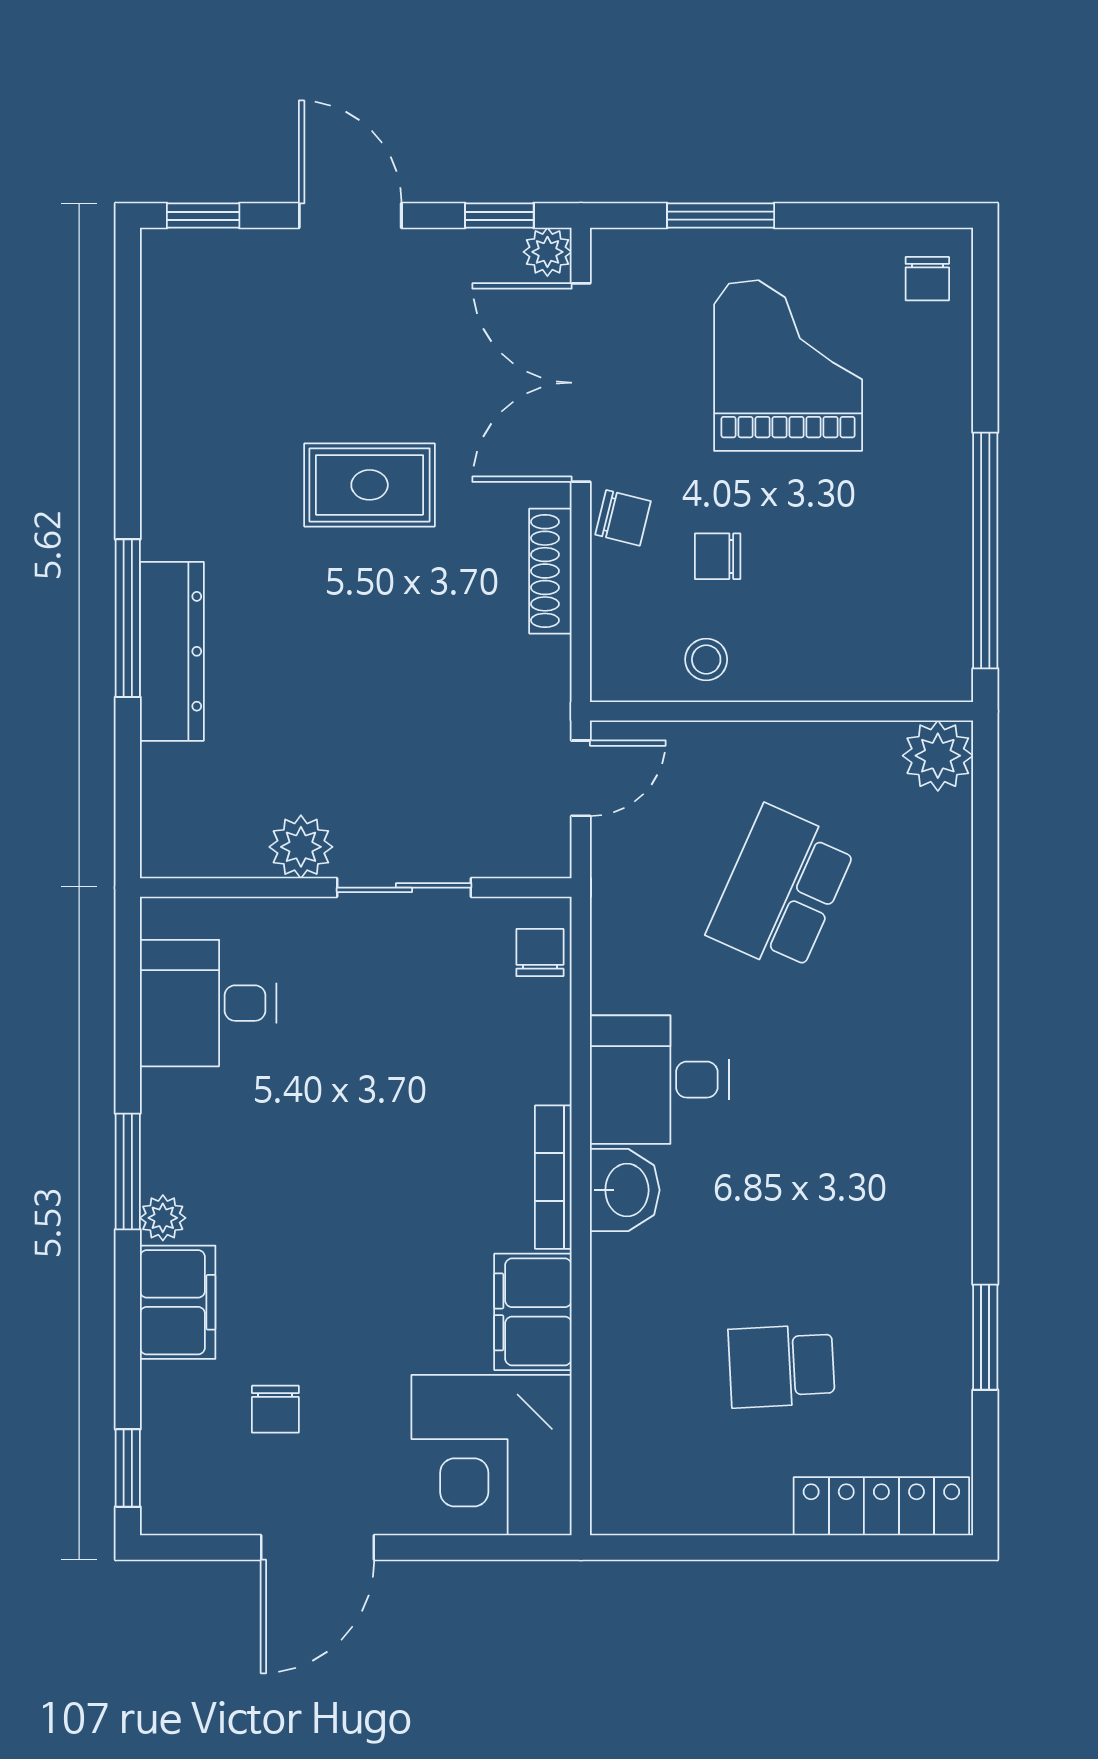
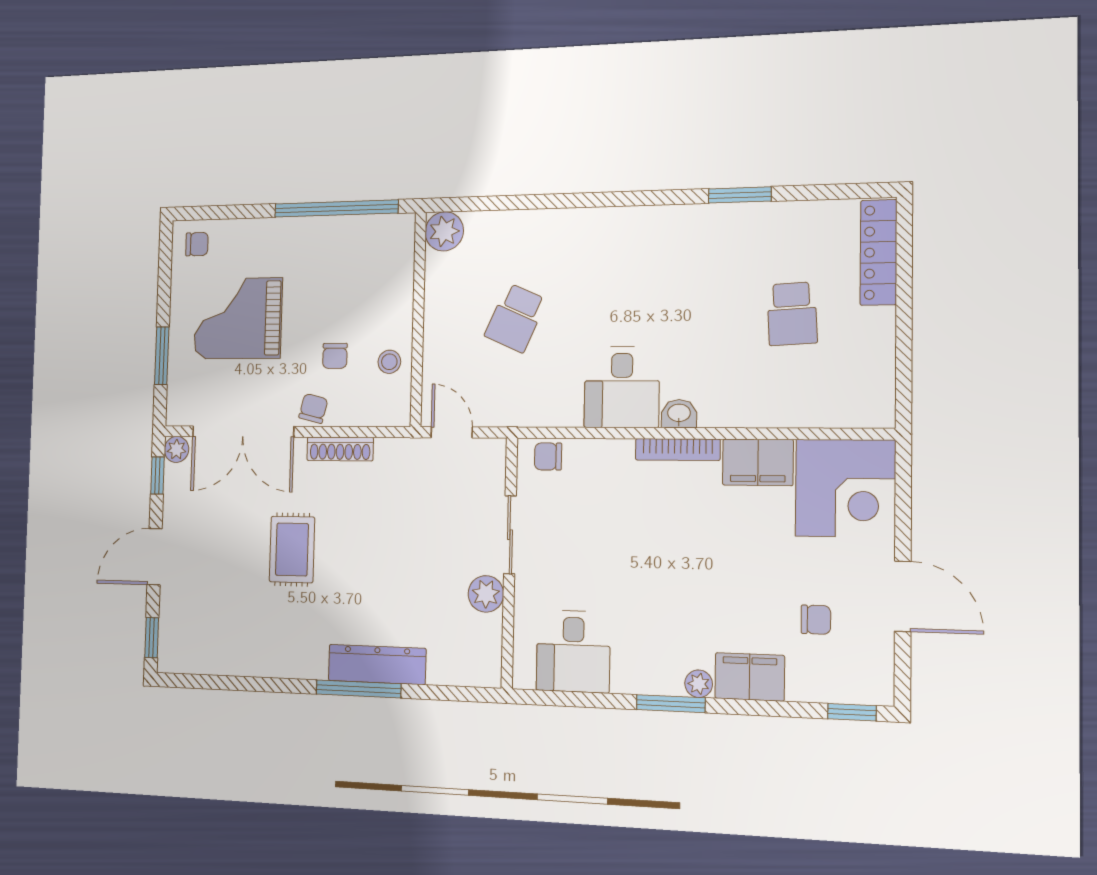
school desk: (782, 890) -> (516, 318), width x0.54
washbasin: (625, 1190) -> (679, 414), width x0.72, depth x0.69
window: (985, 1337) -> (740, 195), moved

